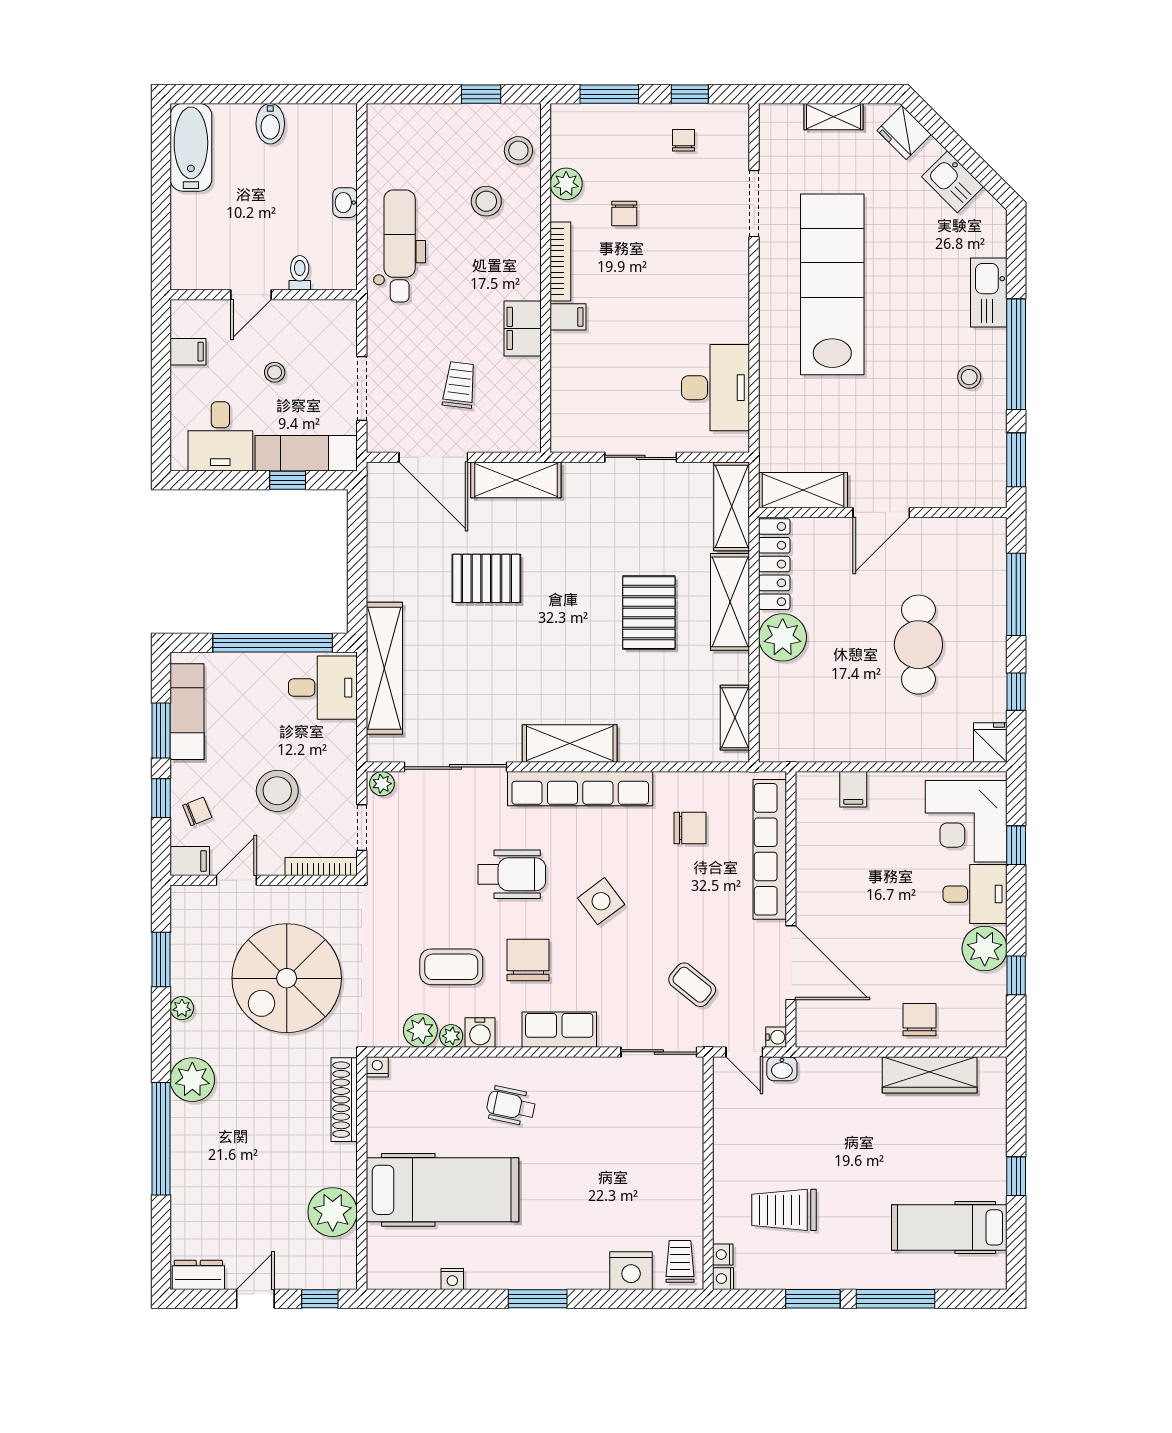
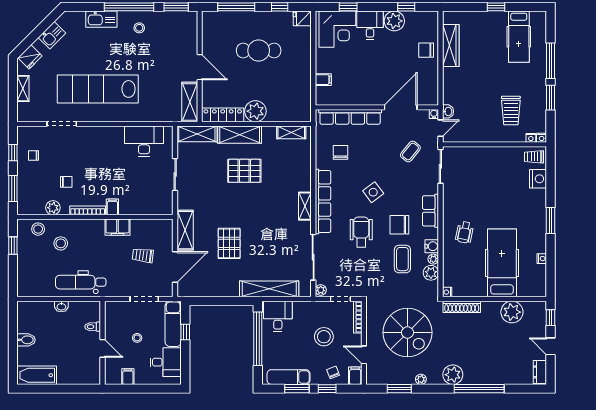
shelving: (570, 743) -> (305, 206), width x0.67, depth x0.75

